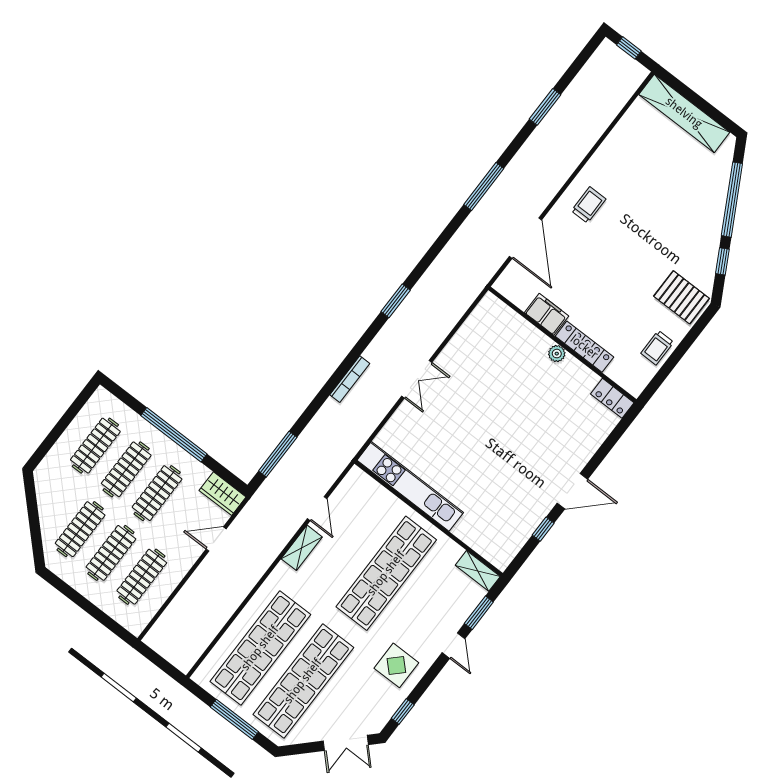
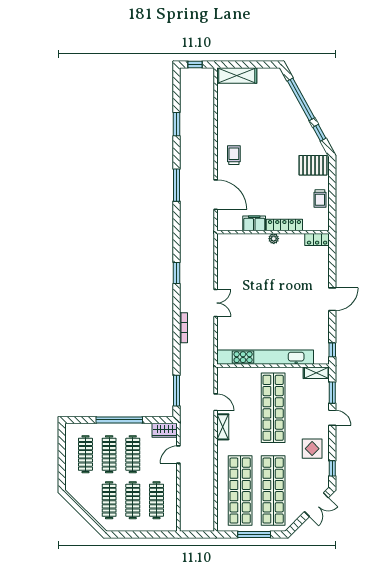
shelving: (684, 113) -> (237, 76), width x0.68
kitchen unit: (410, 486) -> (265, 357), width x1.36
window: (543, 529) -> (332, 350), moved

